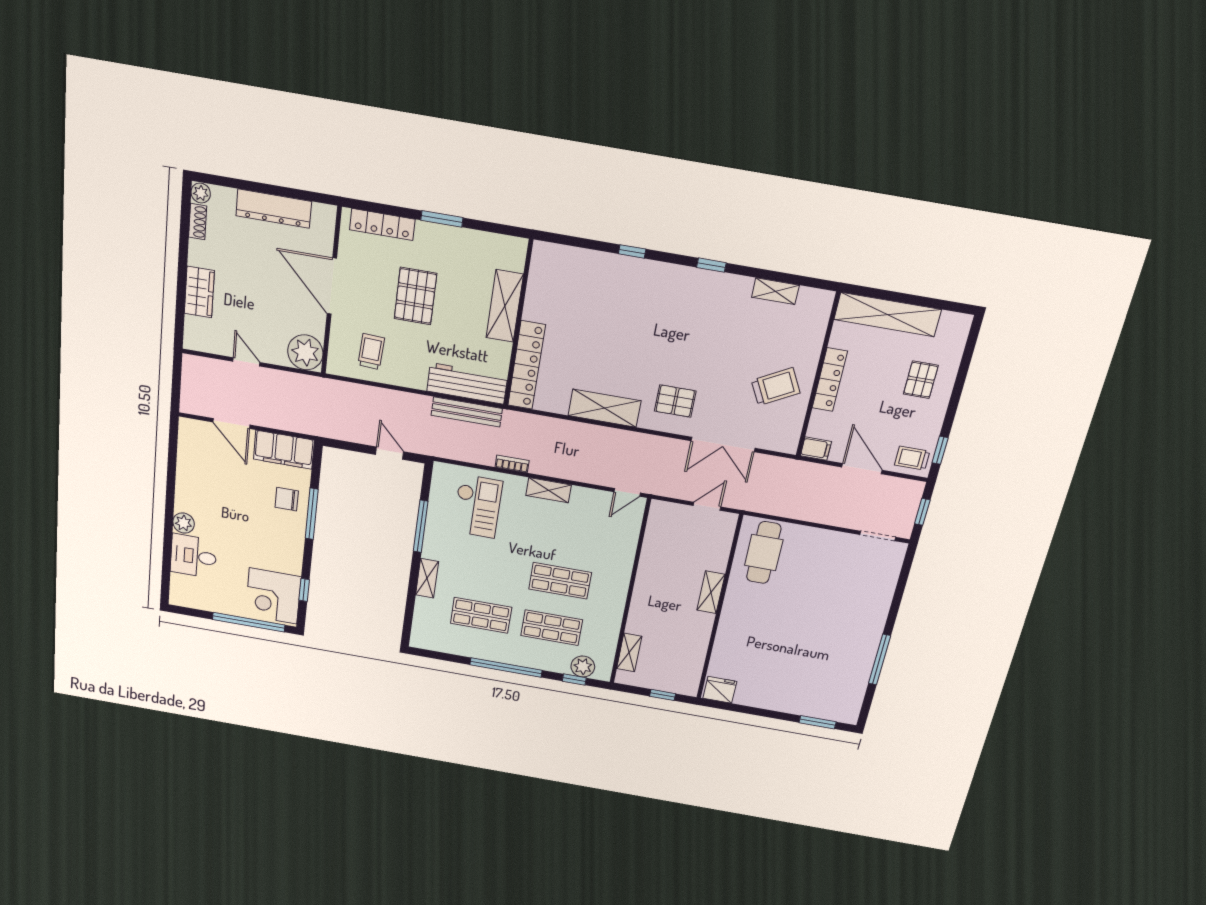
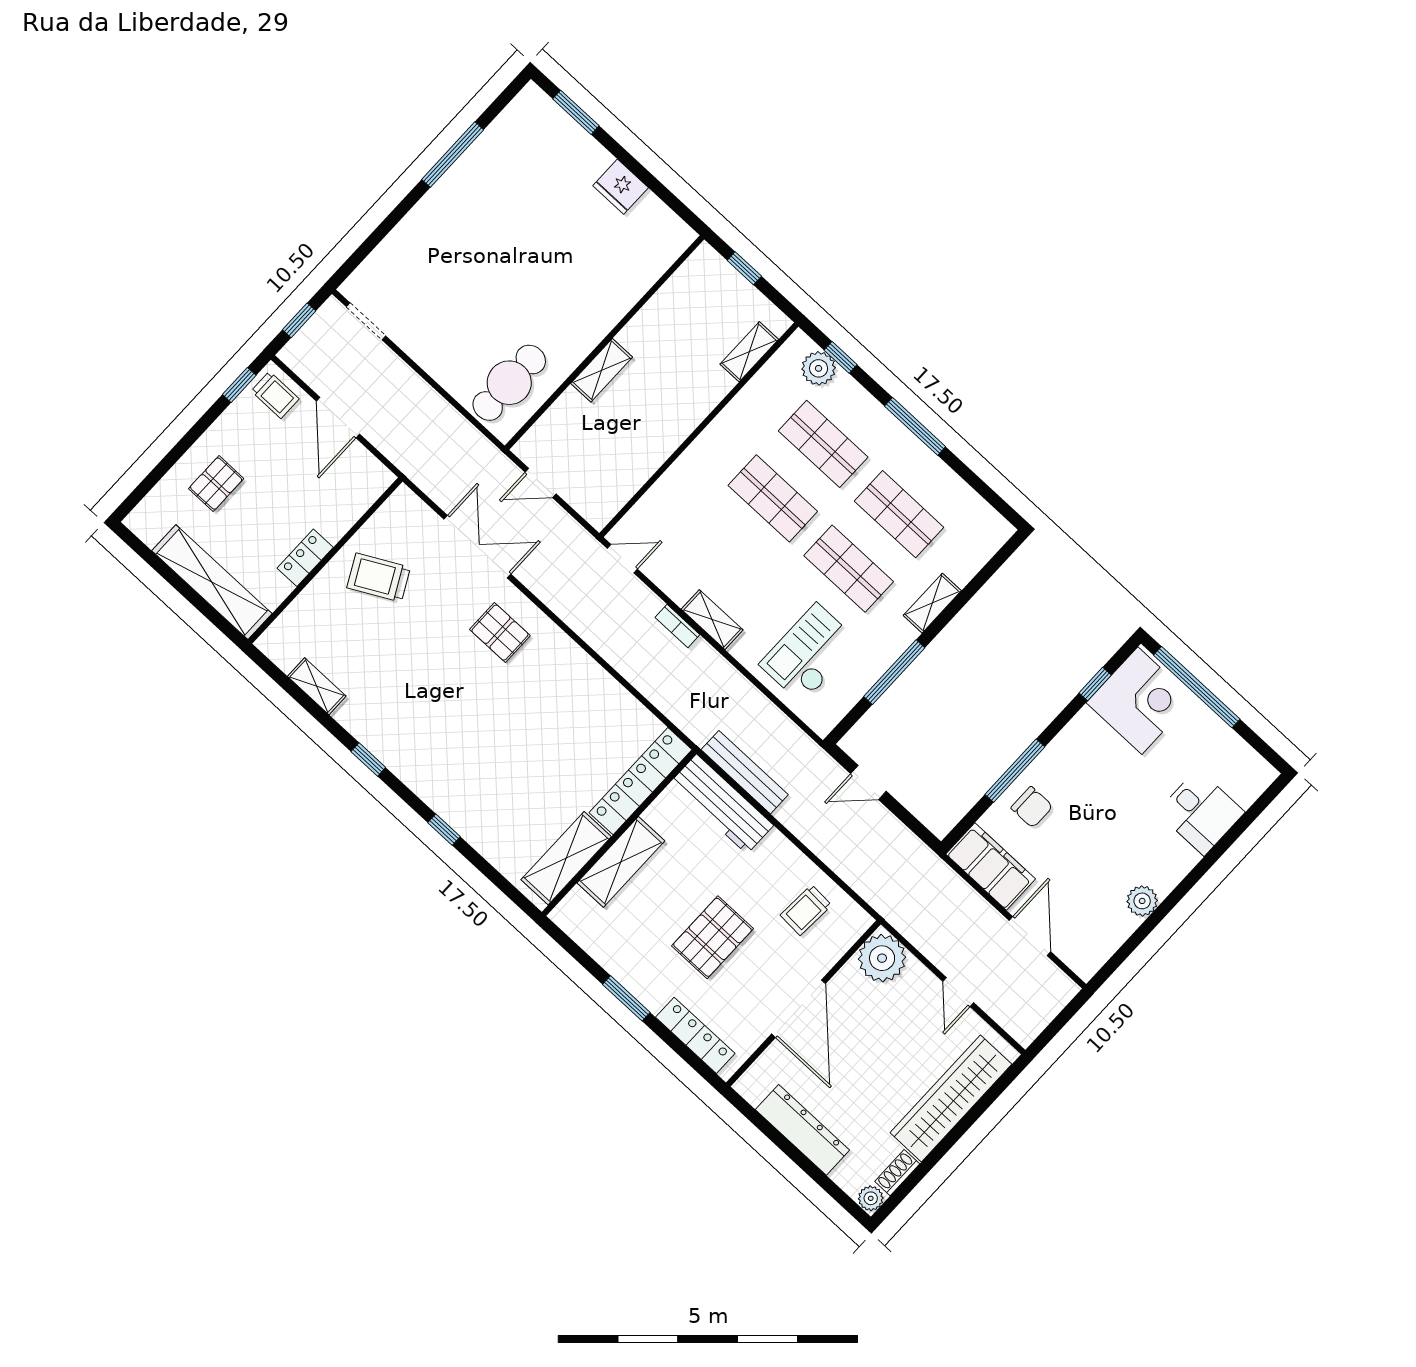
wardrobe: (199, 292) -> (951, 1098), width x2.10, depth x1.17
locker: (830, 380) -> (305, 558), width x0.66
shelving: (604, 408) -> (566, 858), moved, turned 90
filing cabinet: (816, 449) -> (376, 475), removed
door: (390, 453) -> (868, 782), hinge flipped
bookcase: (512, 464) -> (677, 626), moved
plant: (184, 523) -> (1142, 901), moved
shop shelf: (488, 568) -> (849, 569), added
window: (506, 667) -> (915, 426), width x0.68
fridge: (720, 690) -> (621, 187), moved

